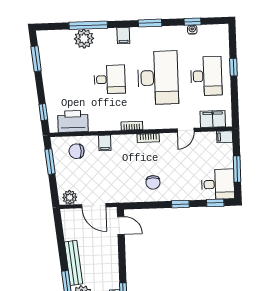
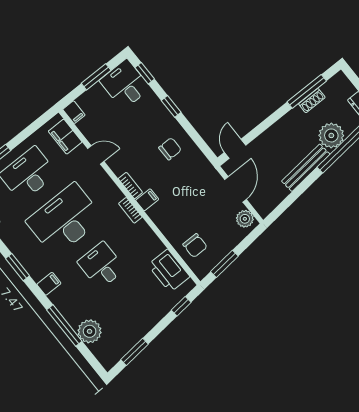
plant: (84, 39) -> (90, 331), moved
filing cabinet: (105, 143) -> (147, 200), moved

